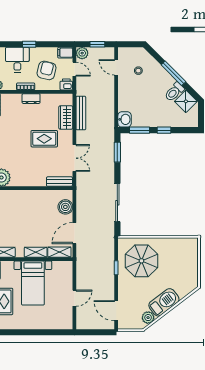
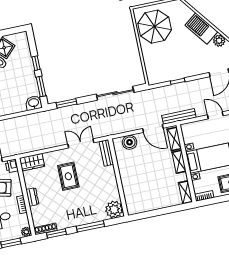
bench: (81, 113) -> (179, 116), moved
wardrobe: (66, 117) -> (32, 162), moved
parasol: (141, 261) -> (155, 27), moved

